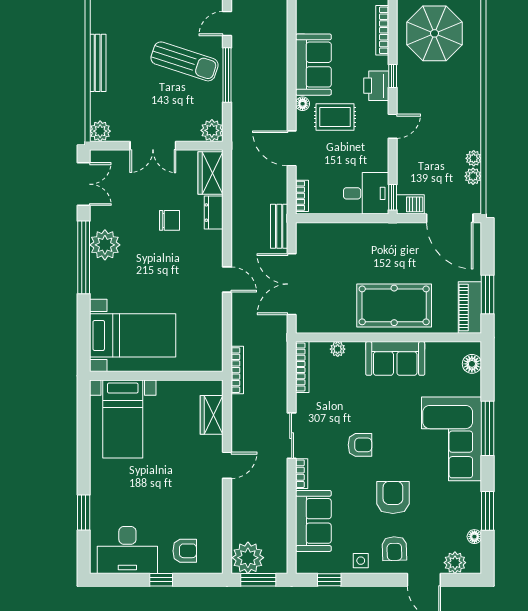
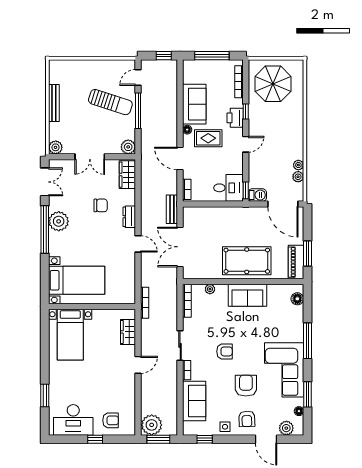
dresser: (214, 213) -> (129, 217), moved
corner sofa: (452, 439) -> (284, 370), moved

